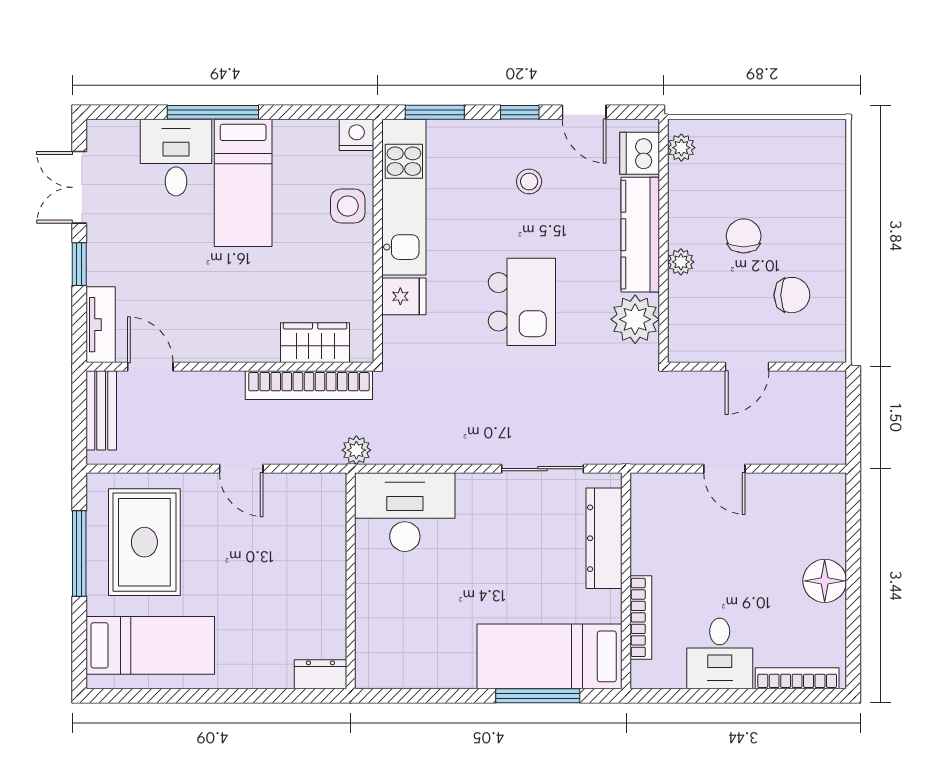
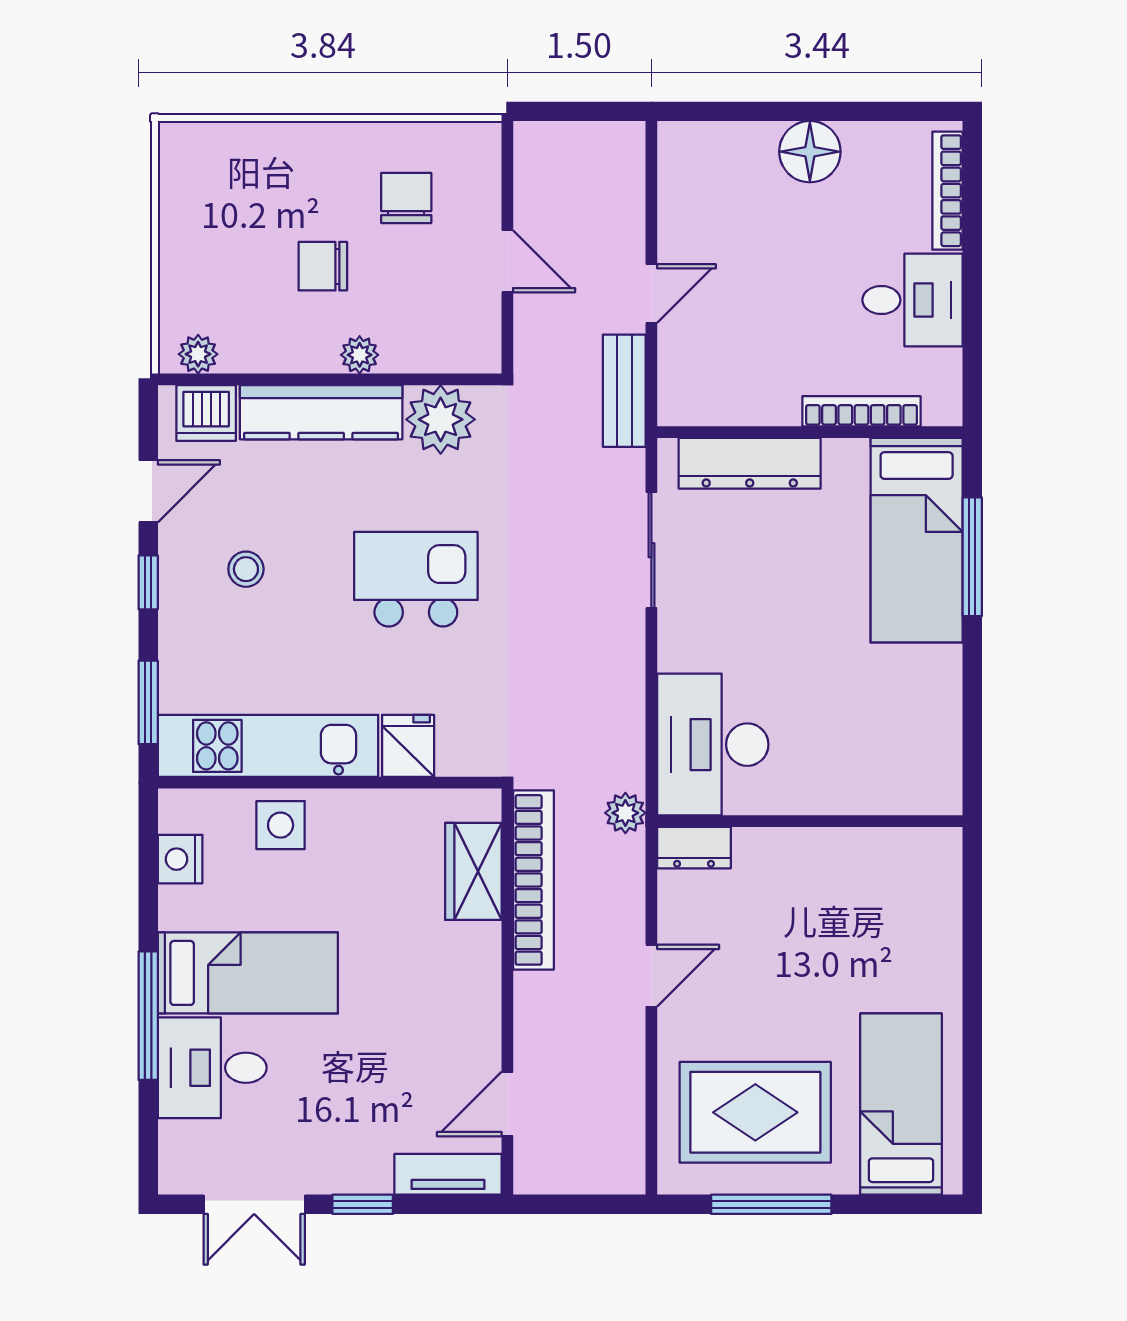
nightstand: (357, 135) -> (180, 859), moved
bench: (101, 410) -> (624, 391), moved, turned 90
dresser: (320, 674) -> (694, 848), moved, turned -90

